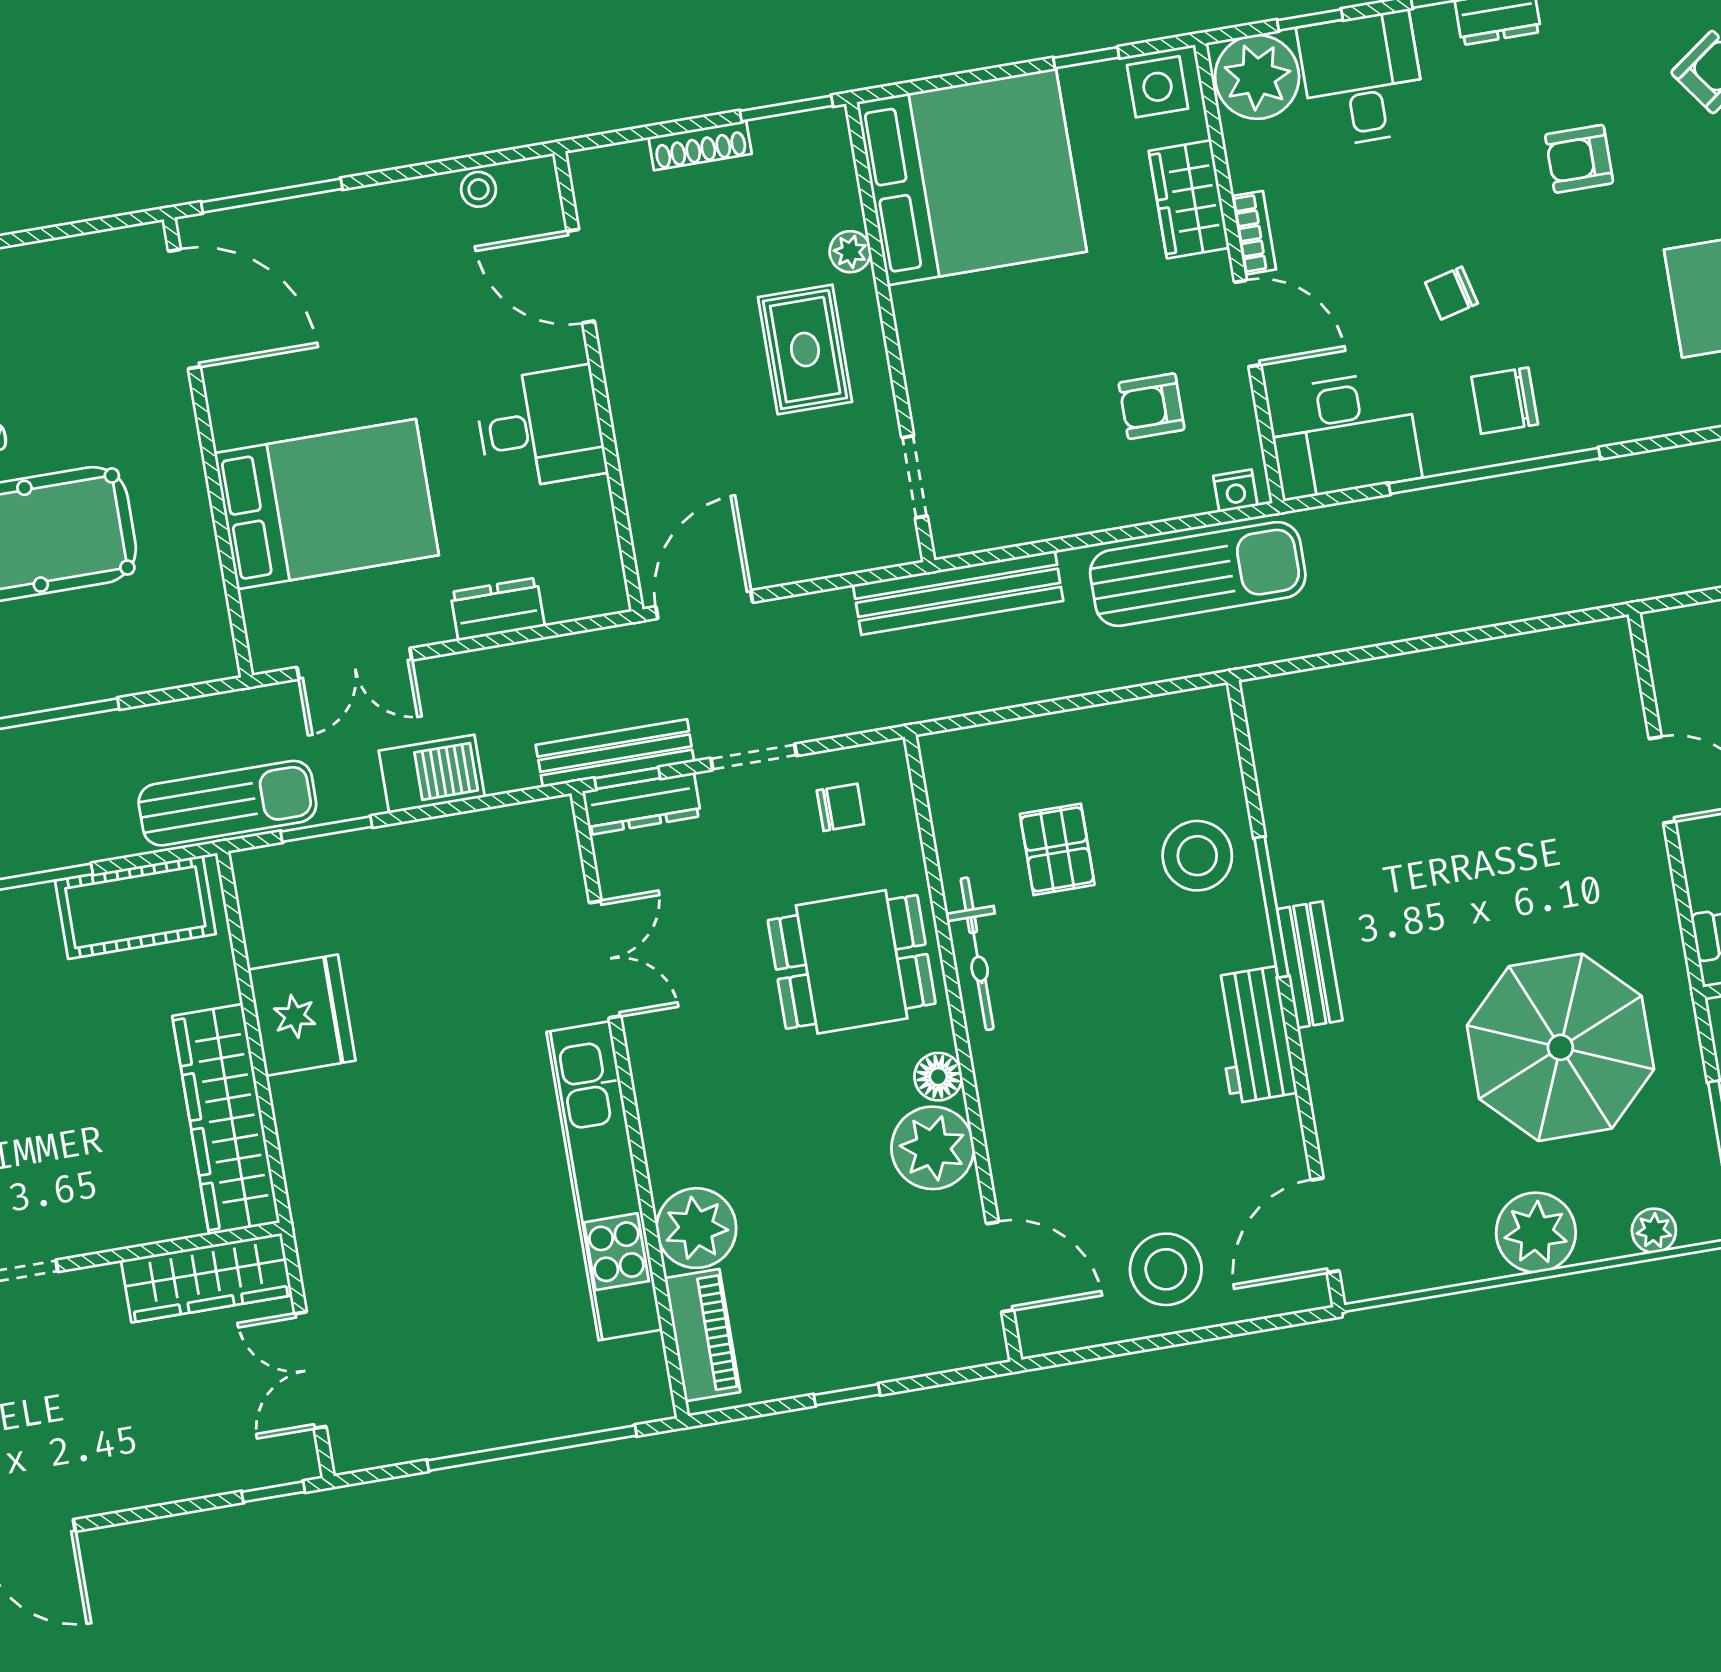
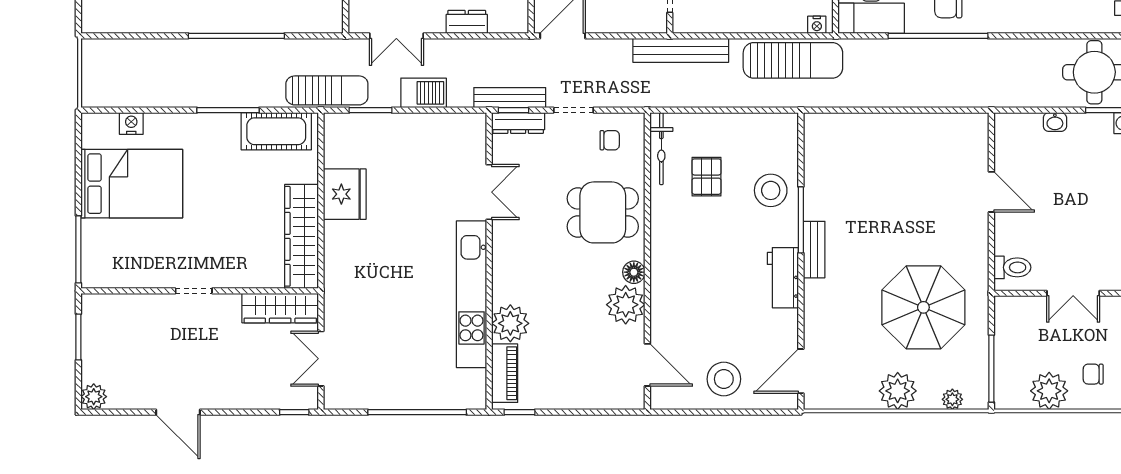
bicycle: (977, 954) -> (661, 149), moved
window: (847, 1395) -> (520, 412), moved

